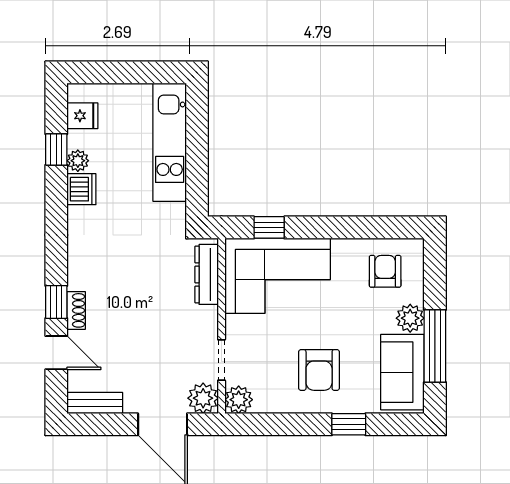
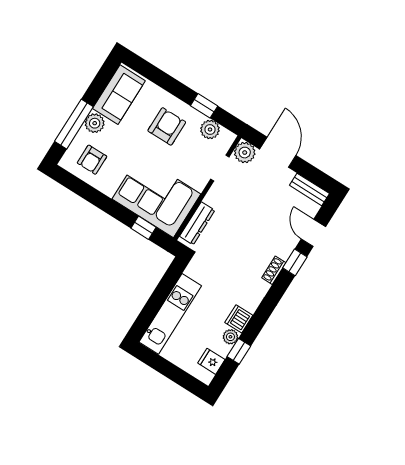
shoe rack: (76, 310) -> (274, 270), moved
window: (435, 346) -> (74, 124), moved
plant: (239, 400) -> (210, 129), moved
window: (349, 424) -> (204, 106), moved

